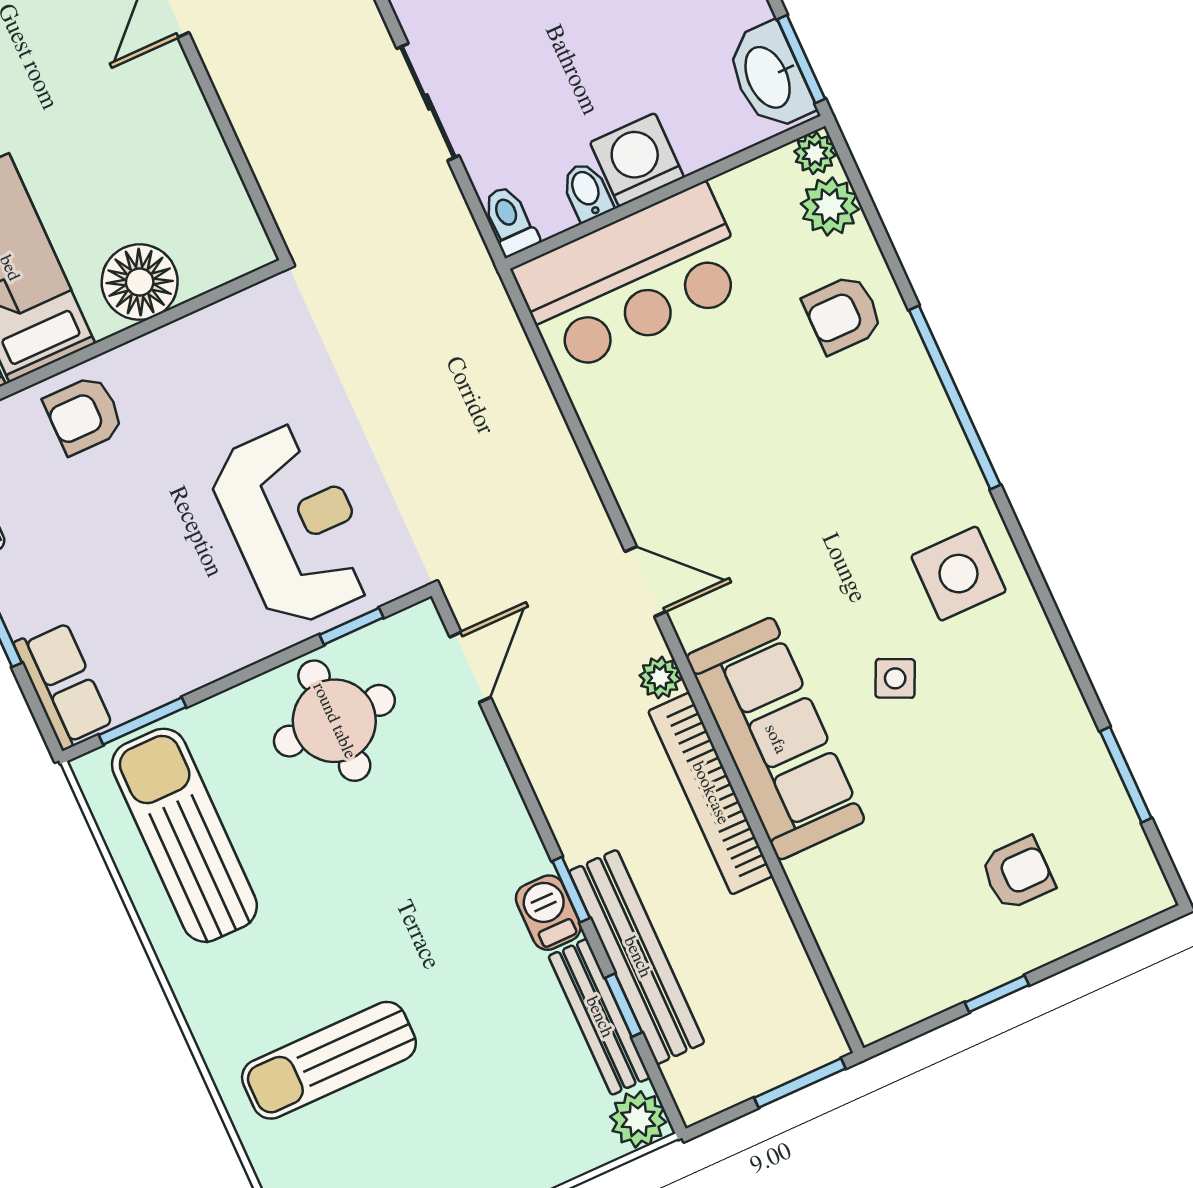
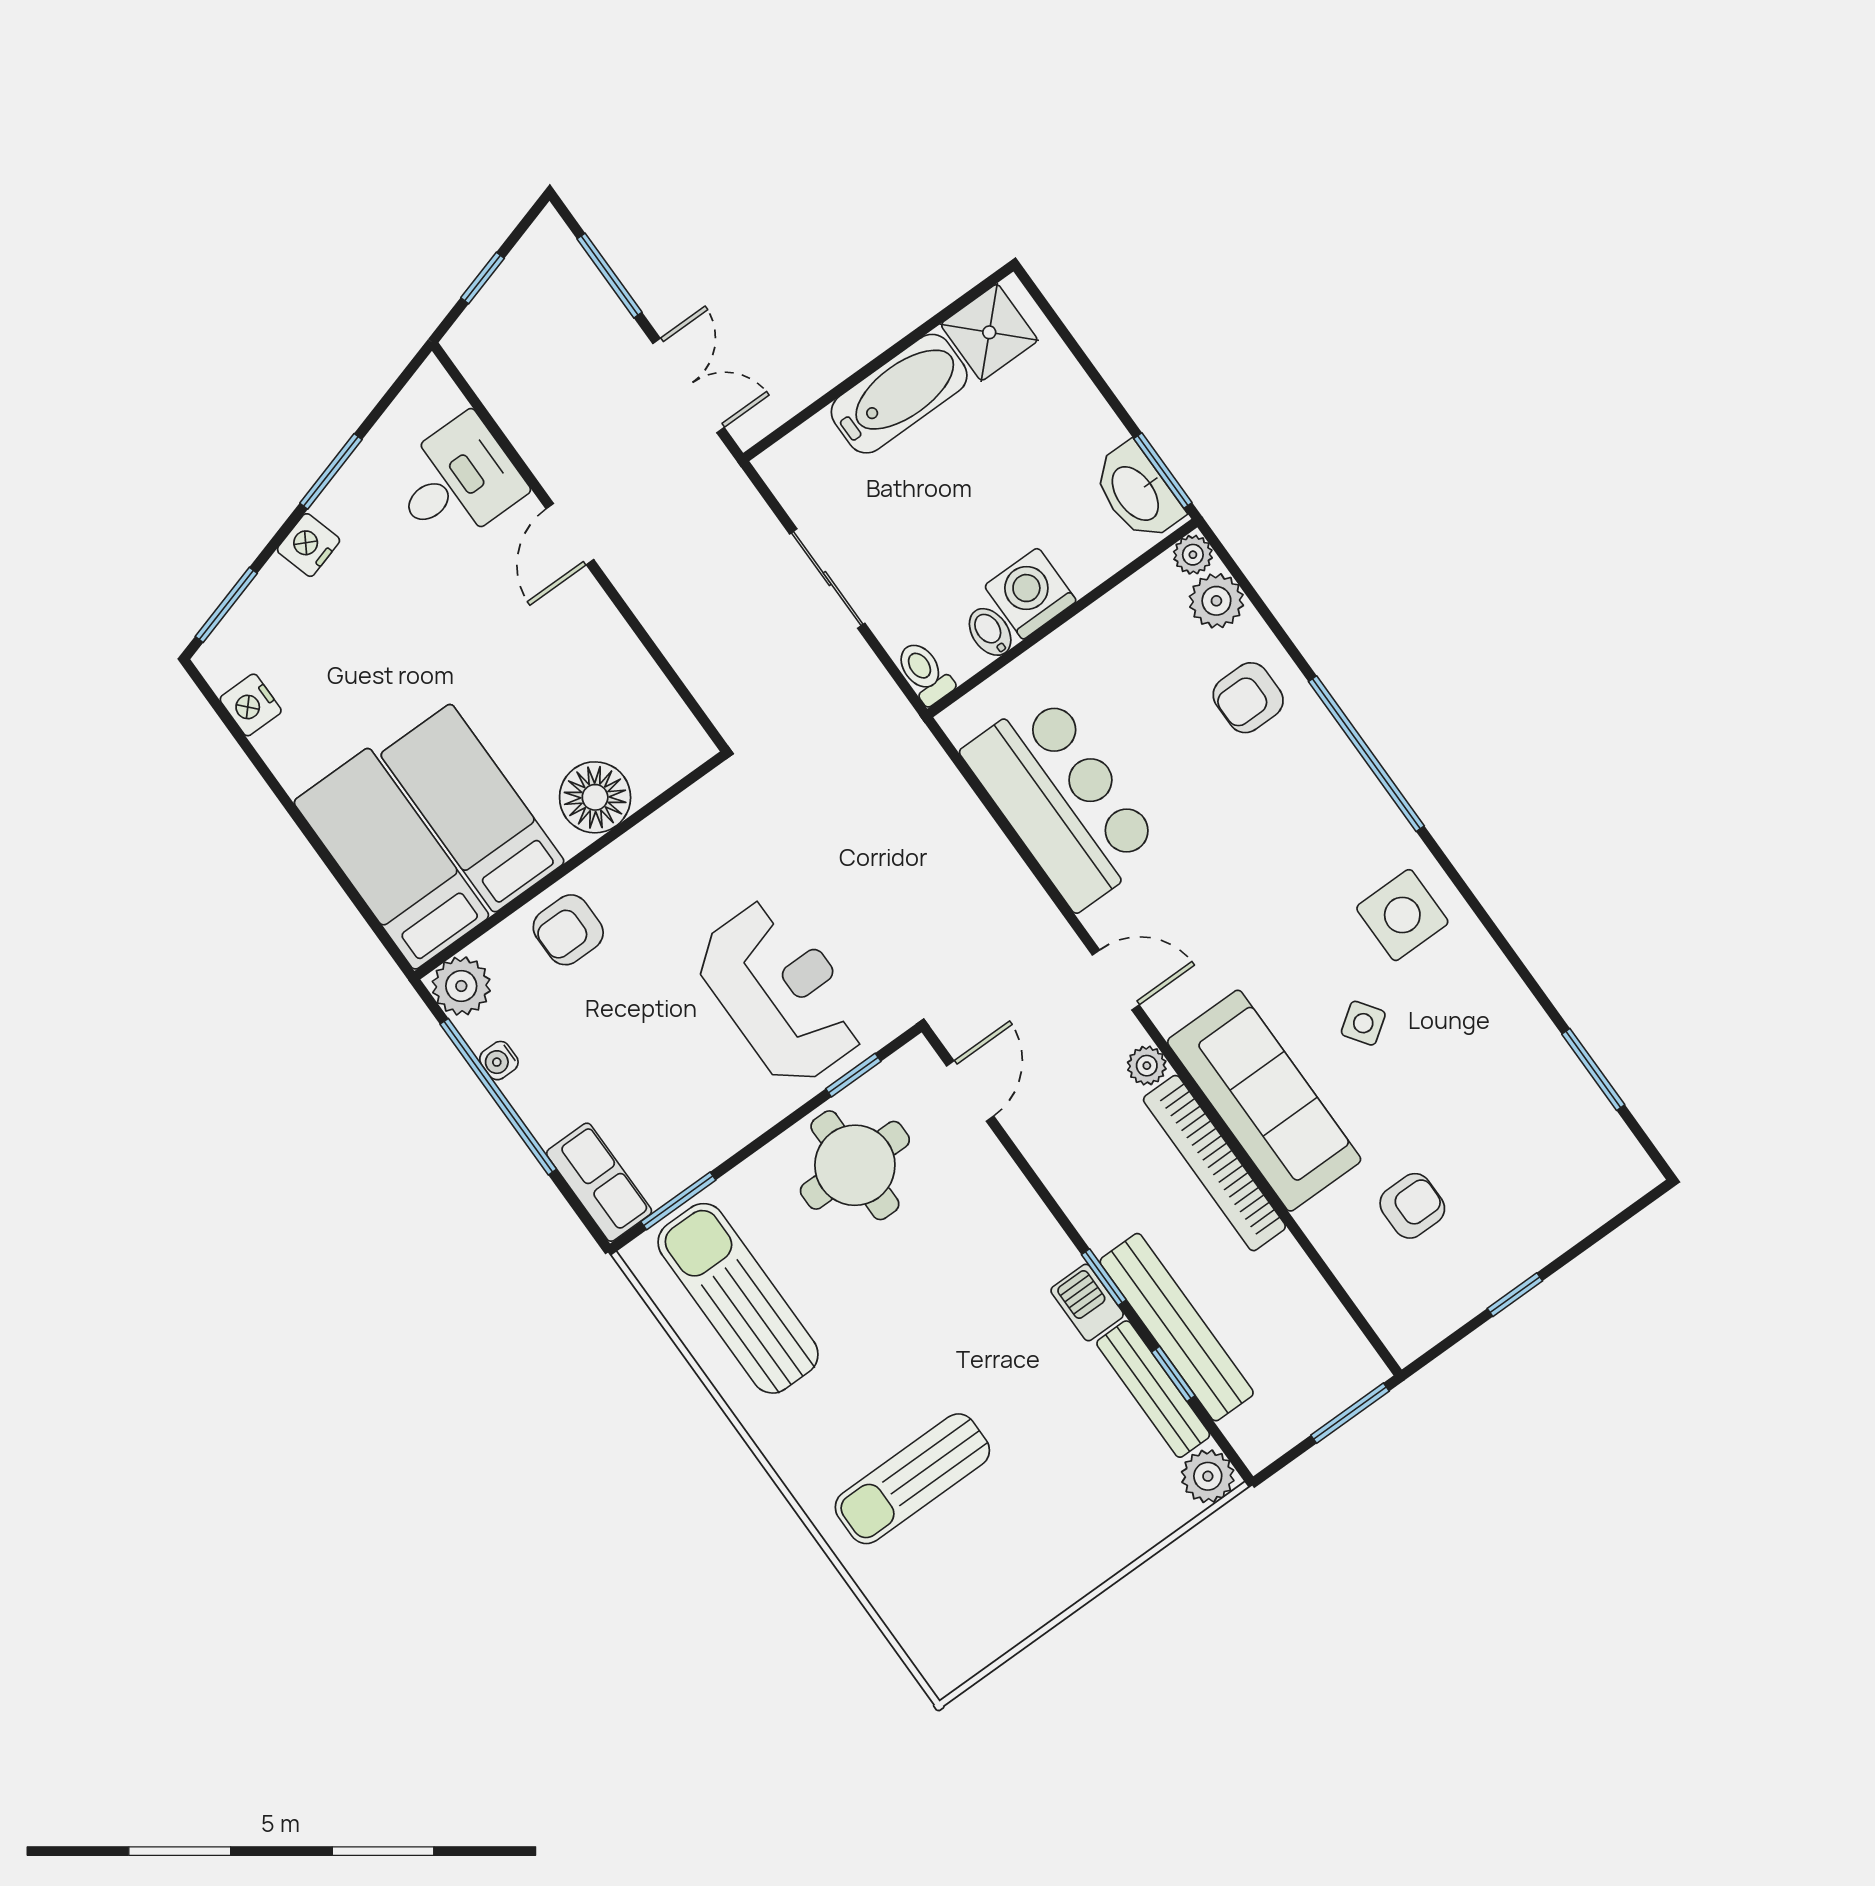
bar counter: (632, 279) -> (1062, 800), moved, turned -90
side table: (895, 678) -> (1363, 1023), turned 30
armchair: (1018, 873) -> (1412, 1206), moved

